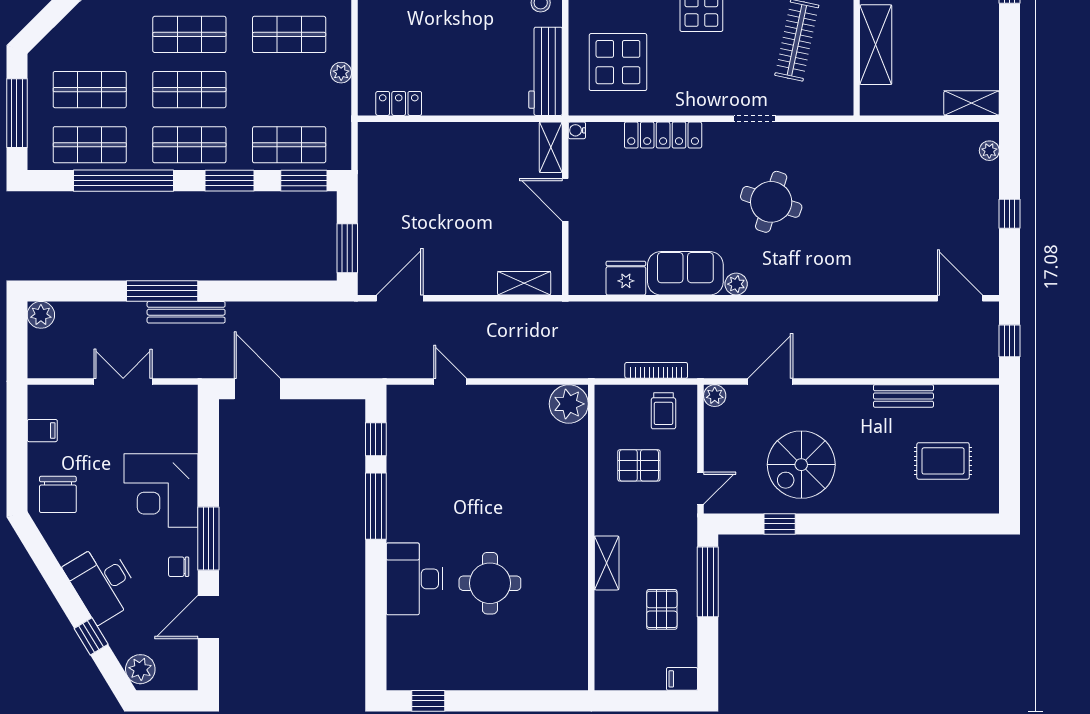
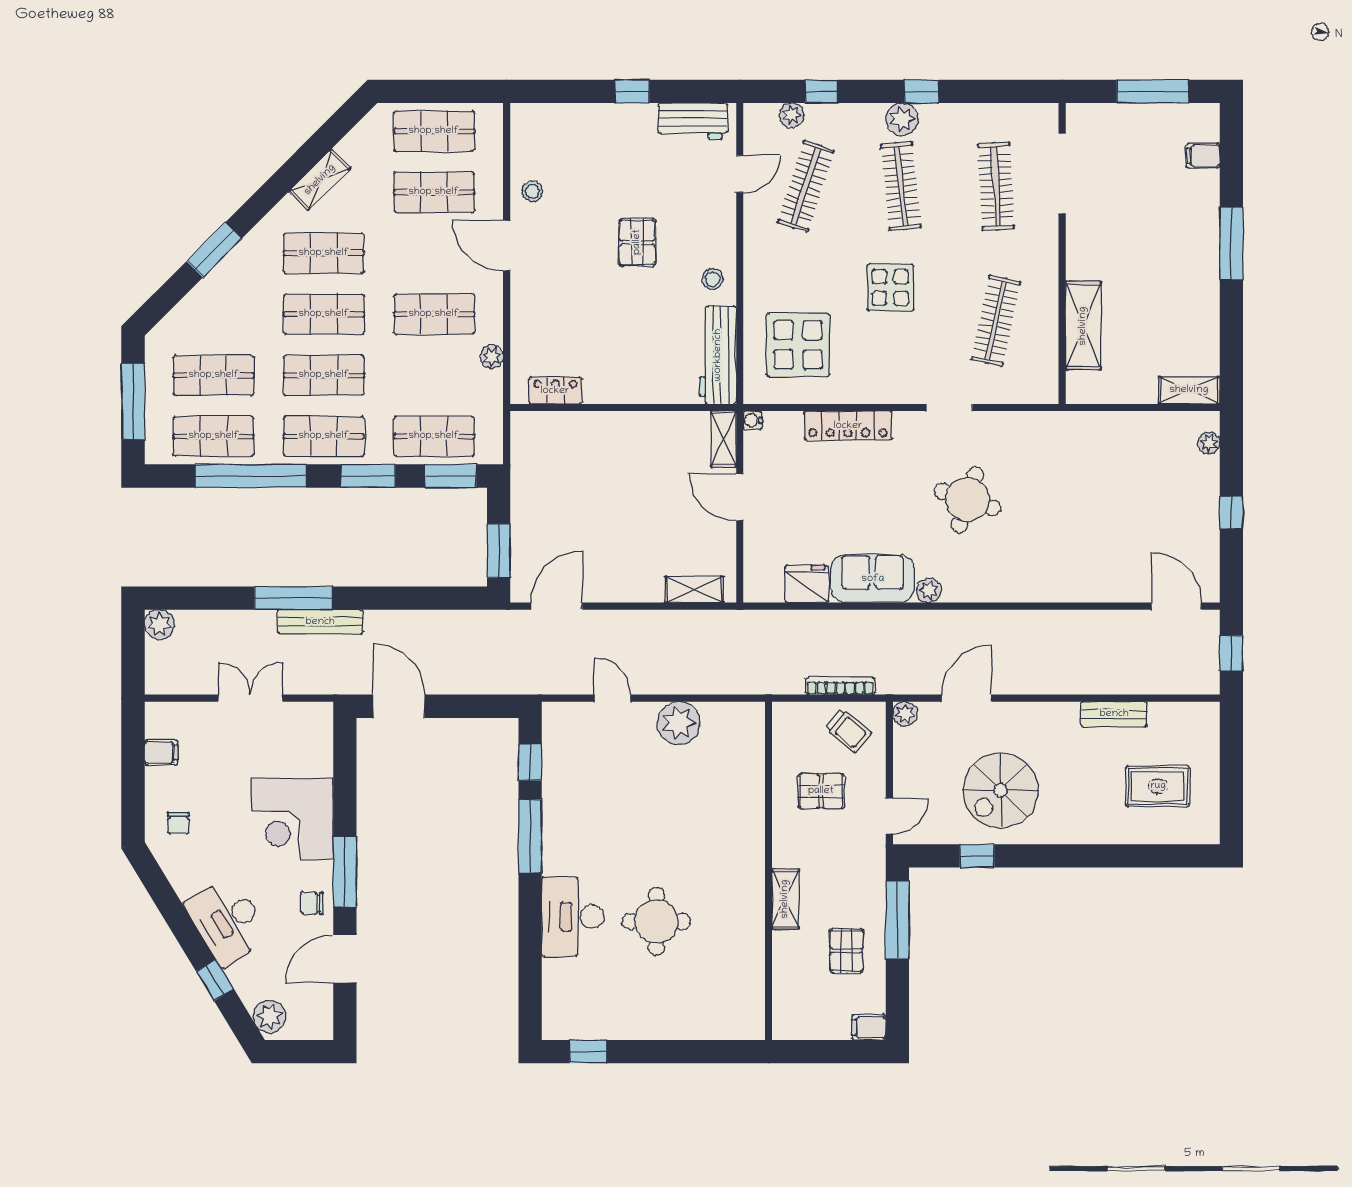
plant: (569, 404) -> (679, 723), moved
trolley: (663, 411) -> (848, 731), turned -51
chair: (58, 494) -> (178, 823), width x0.54, depth x0.54

